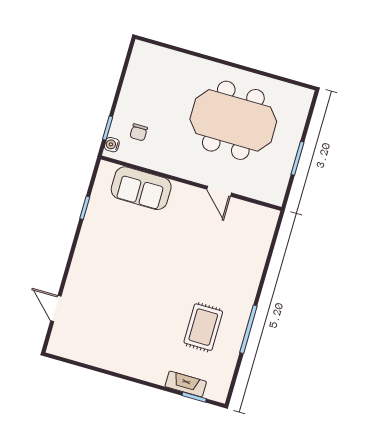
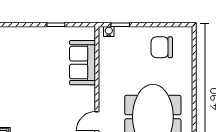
chair: (139, 132) -> (162, 47), moved, width x1.87, depth x1.87

